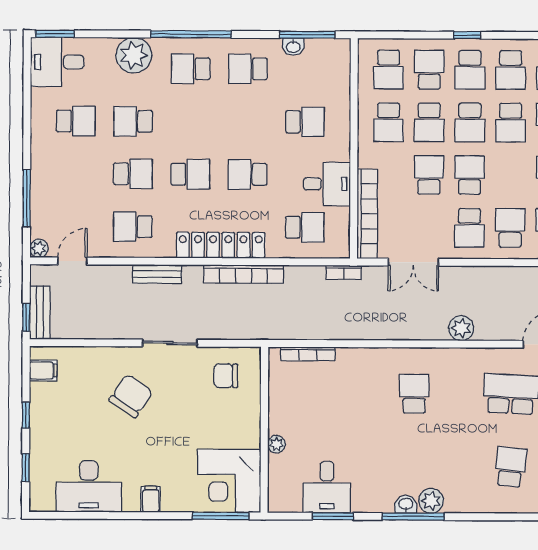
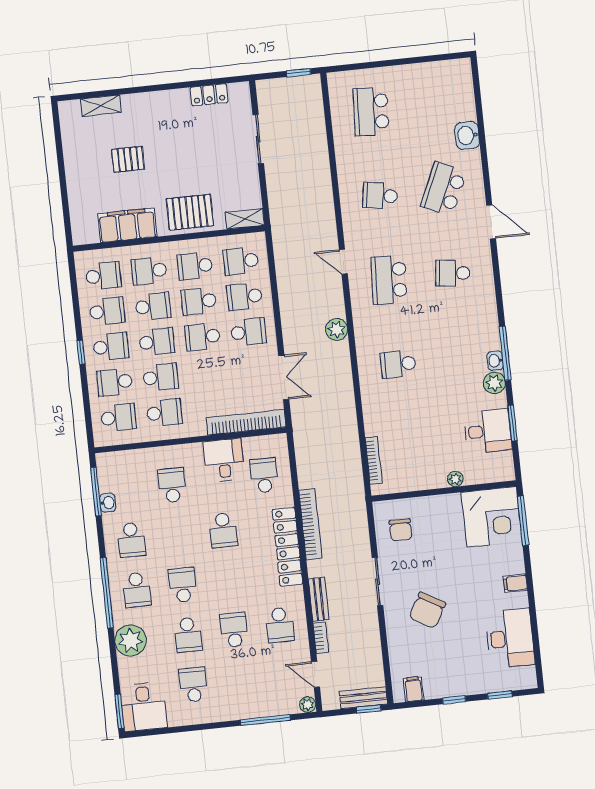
school desk: (190, 174) -> (183, 585), moved
school desk: (429, 175) -> (199, 301), moved
bookcase: (344, 272) -> (321, 638), moved
chair: (131, 396) -> (427, 610), turned -94
plant: (431, 501) -> (494, 383), moved

